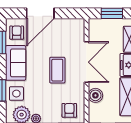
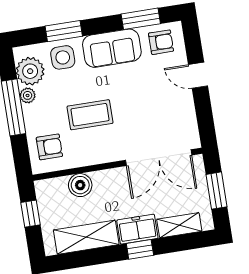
door: (40, 13) -> (198, 75), width x0.53
double door: (86, 62) -> (159, 158), moved
coffee table: (57, 70) -> (90, 115), moved

